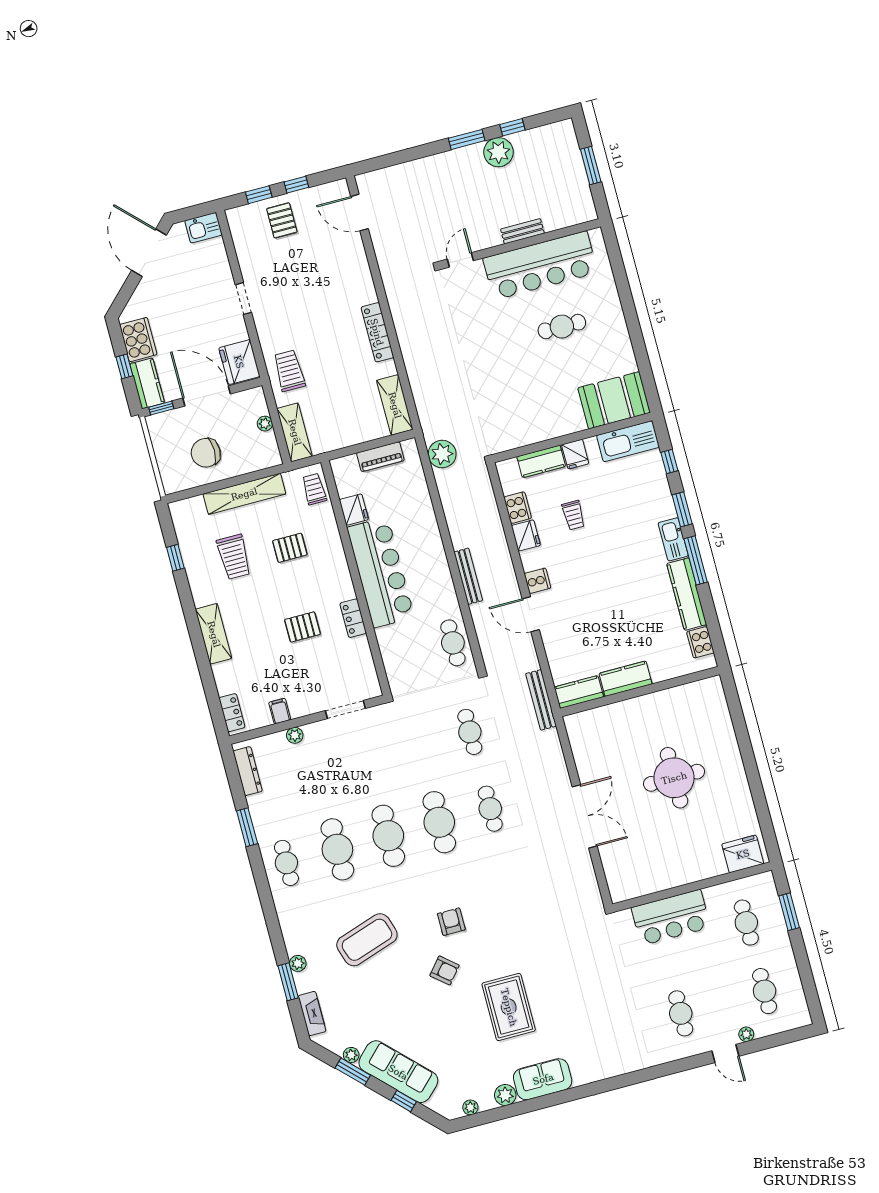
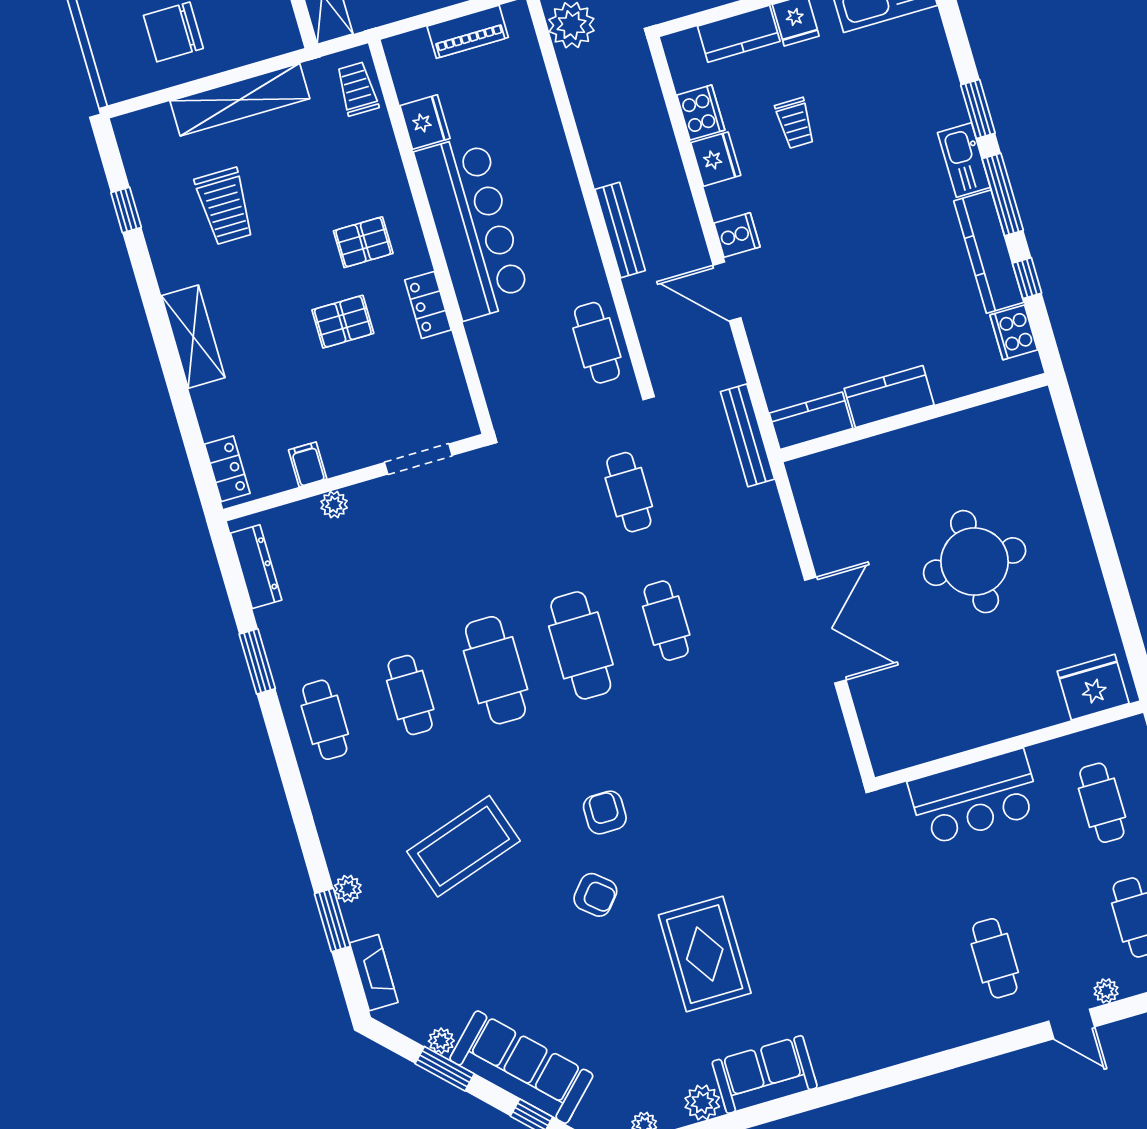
window: (669, 461) -> (1027, 278), moved
pallet: (290, 548) -> (363, 242), moved
cafe table: (337, 849) -> (410, 695), width x0.73, depth x0.74

